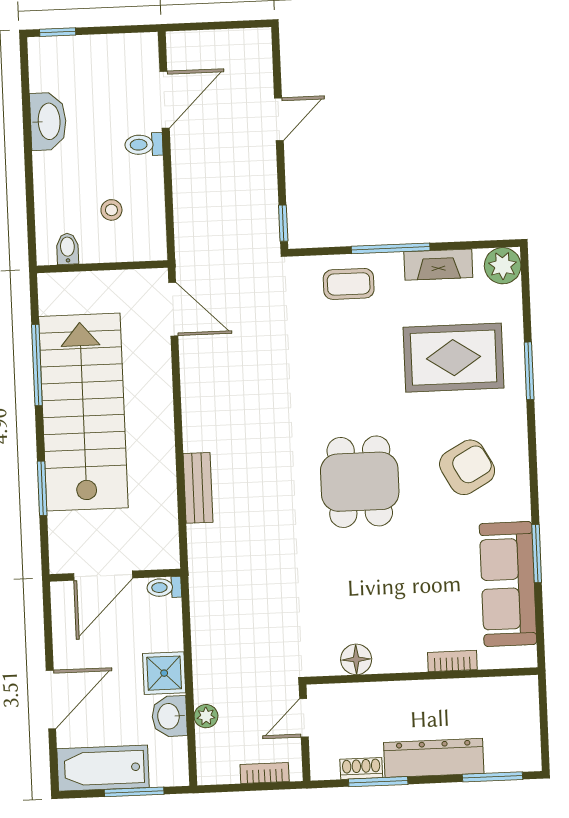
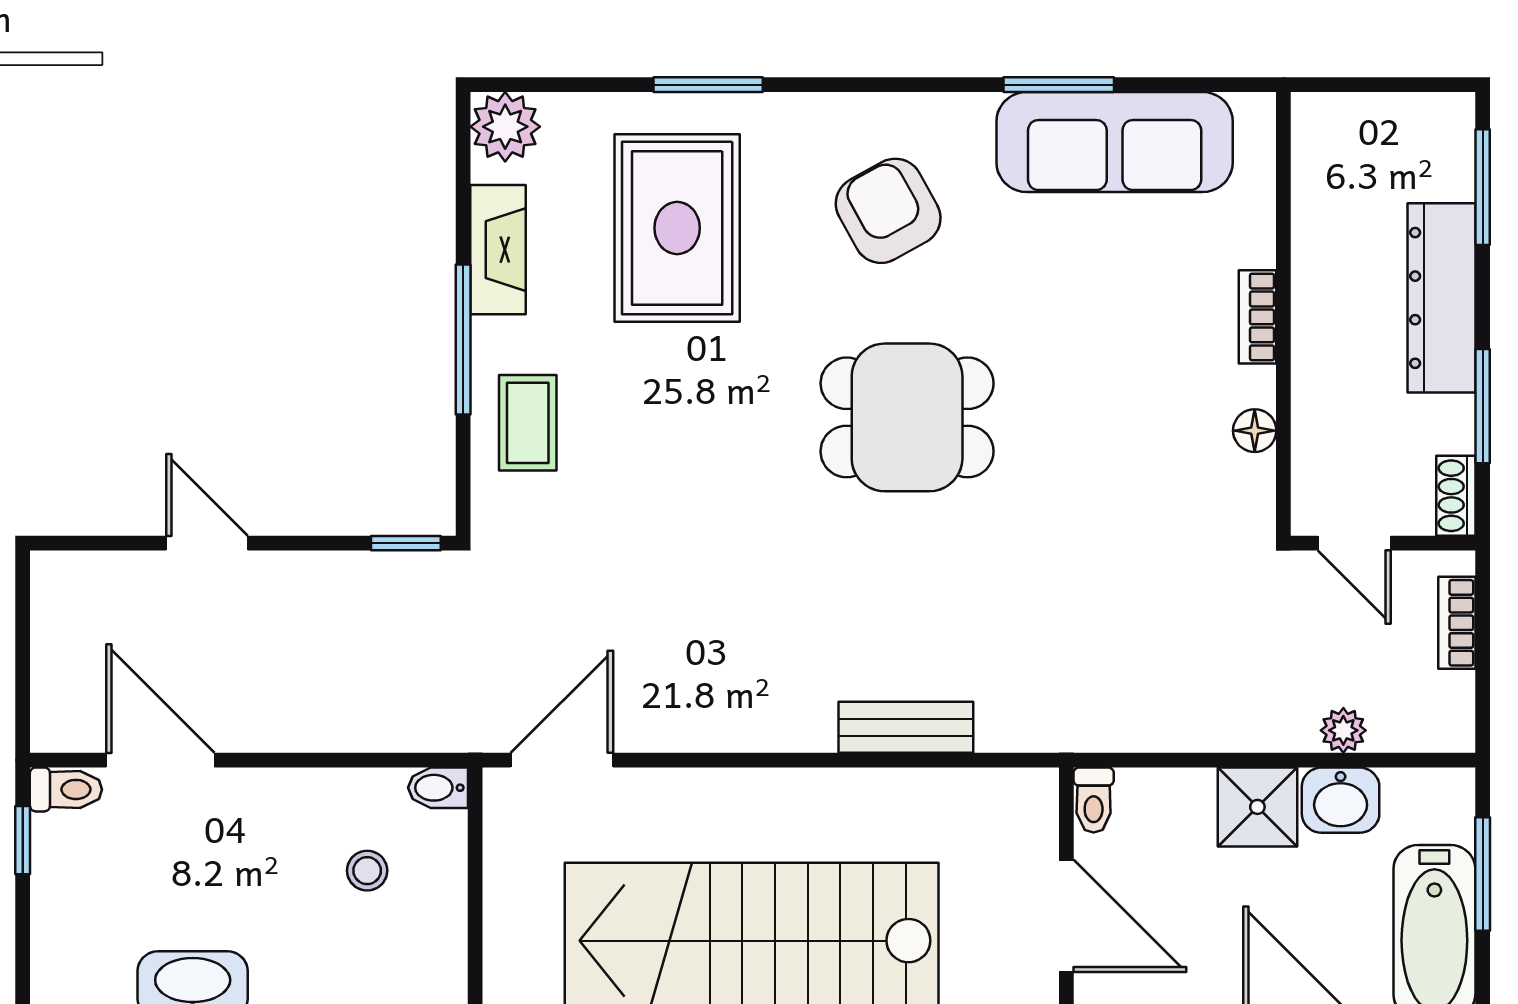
window: (58, 32) -> (23, 840), moved
toilet: (144, 144) -> (66, 789), moved, turned -90
bidet: (68, 249) -> (438, 788), moved
floor lamp: (356, 659) -> (1255, 431), width x0.73, depth x0.73
bookcase: (452, 661) -> (1258, 317), moved
shoe rack: (361, 768) -> (1456, 496), moved

